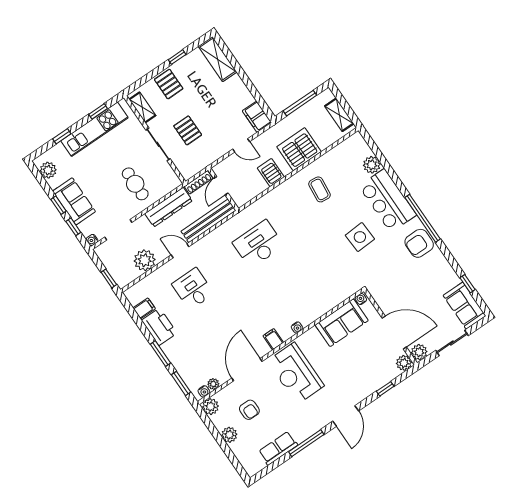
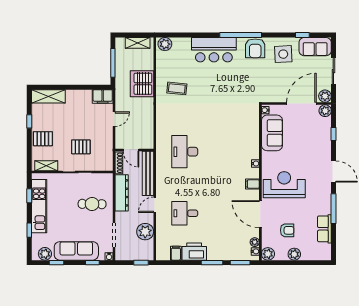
plant: (372, 165) -> (165, 44), moved
server rack: (271, 173) -> (145, 112), removed
sofa: (74, 201) -> (76, 251), width x1.36
window: (58, 205) -> (56, 263), moved
side table: (360, 237) -> (283, 54), moved
reception desk: (296, 373) -> (284, 185), turned 180

